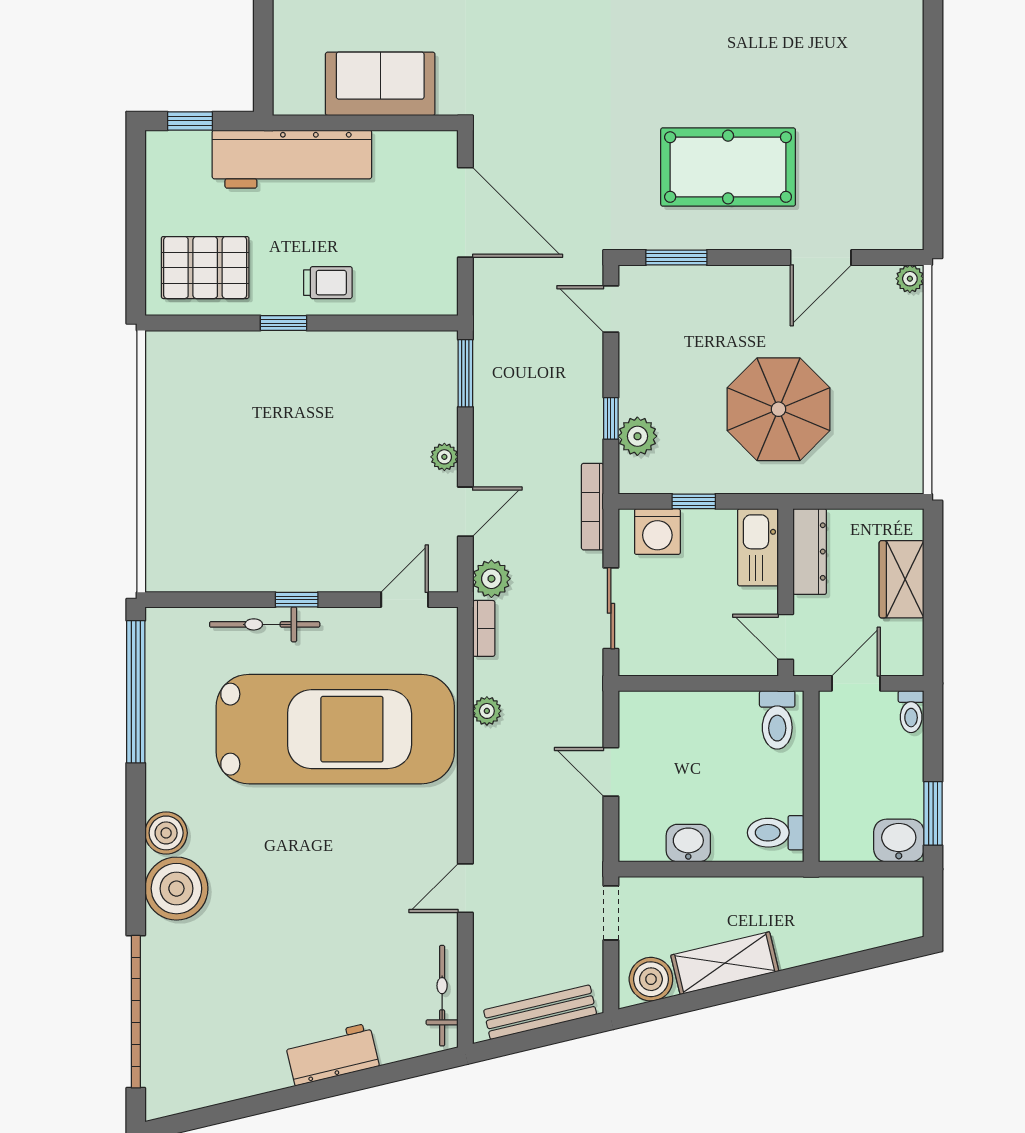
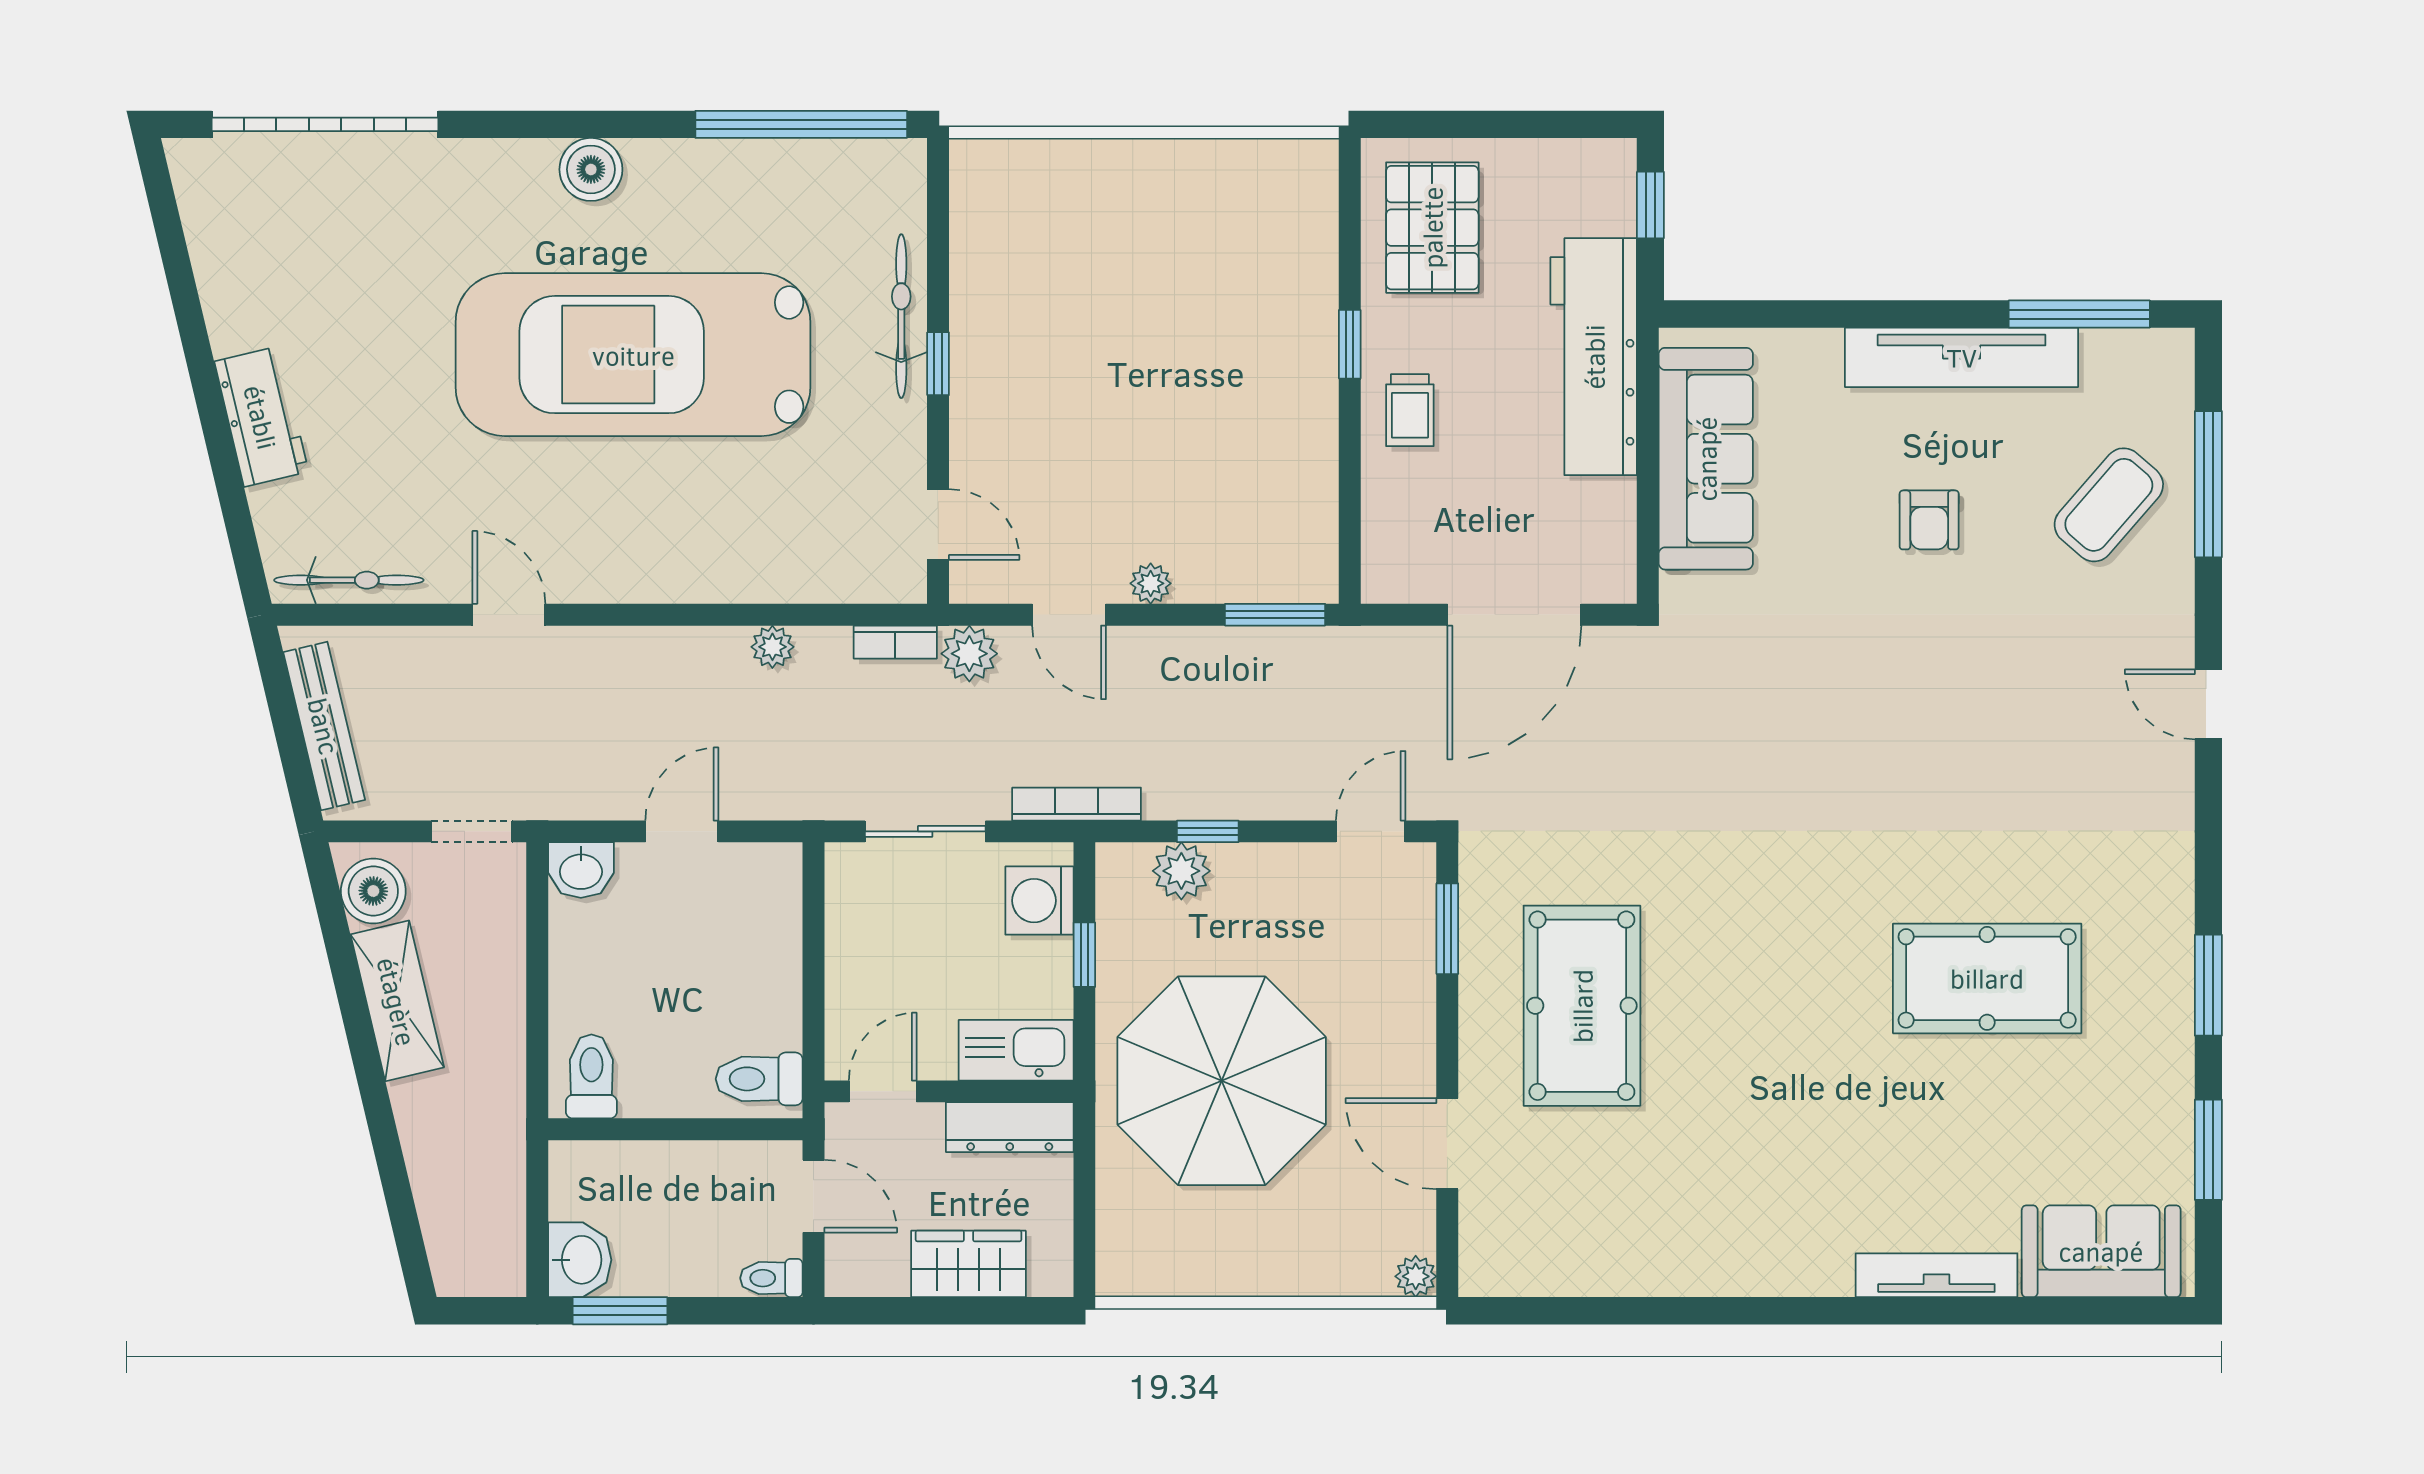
sofa: (380, 84) -> (1706, 459), width x1.36
parasol: (778, 409) -> (1222, 1081), width x1.36, depth x1.36
car: (335, 729) -> (633, 355), moved, turned 90
washbasin: (688, 843) -> (581, 870), moved, turned 90
boiler: (176, 889) -> (508, 185), removed

